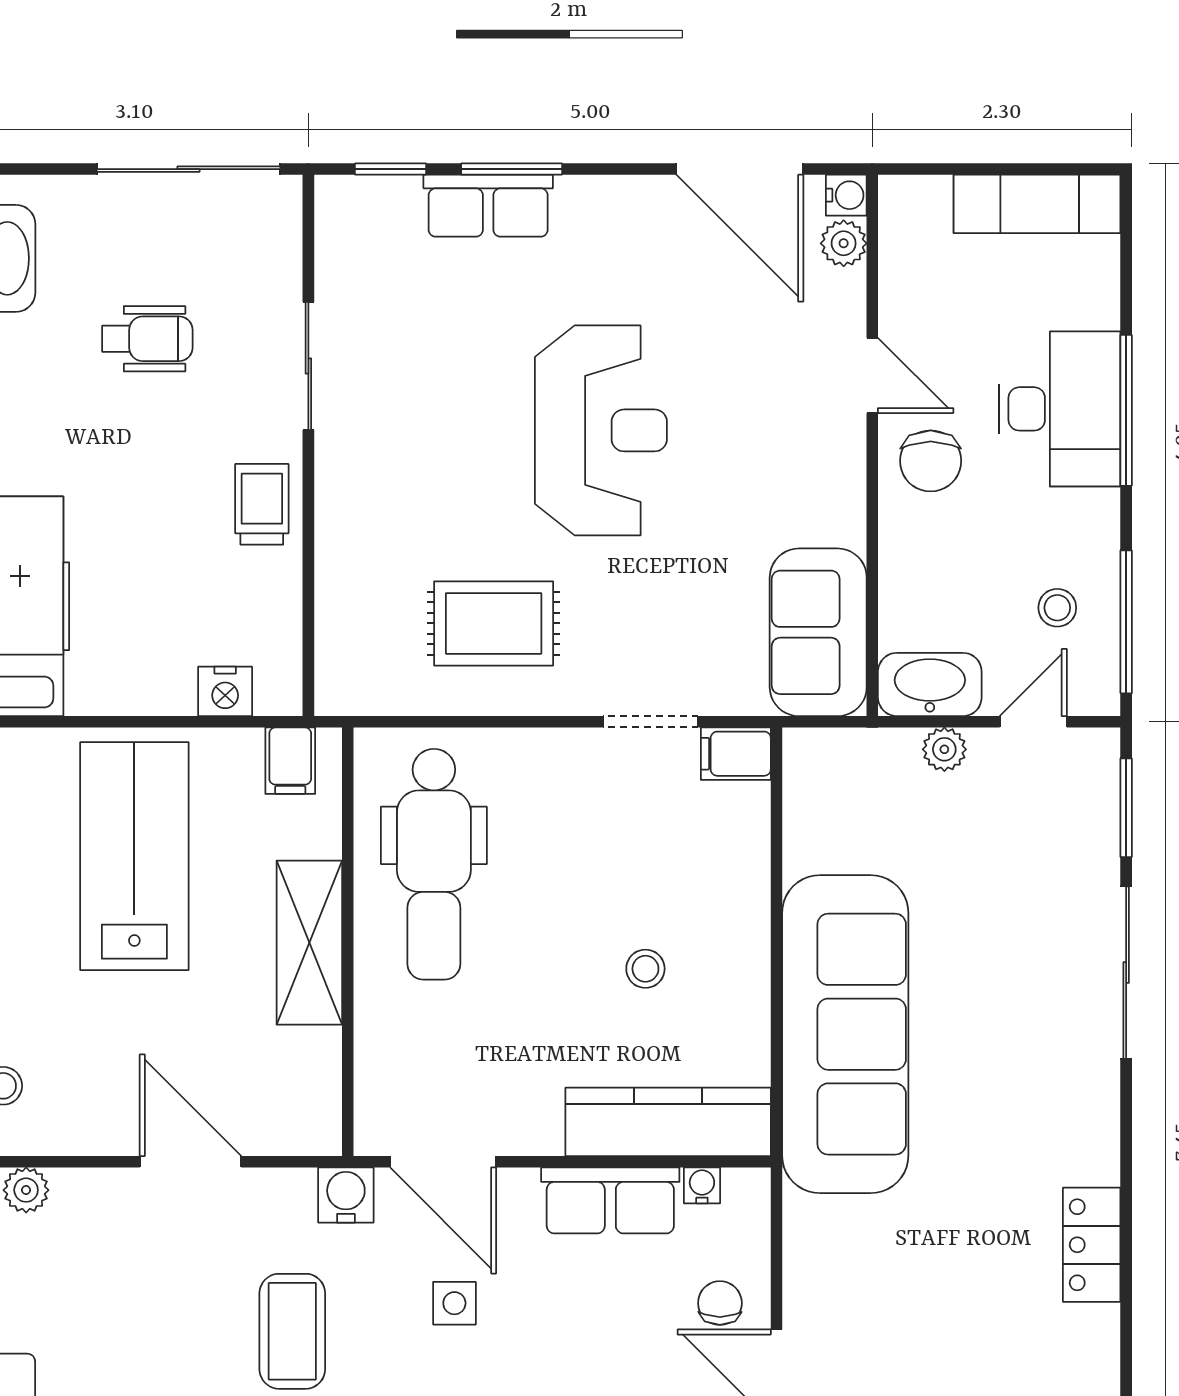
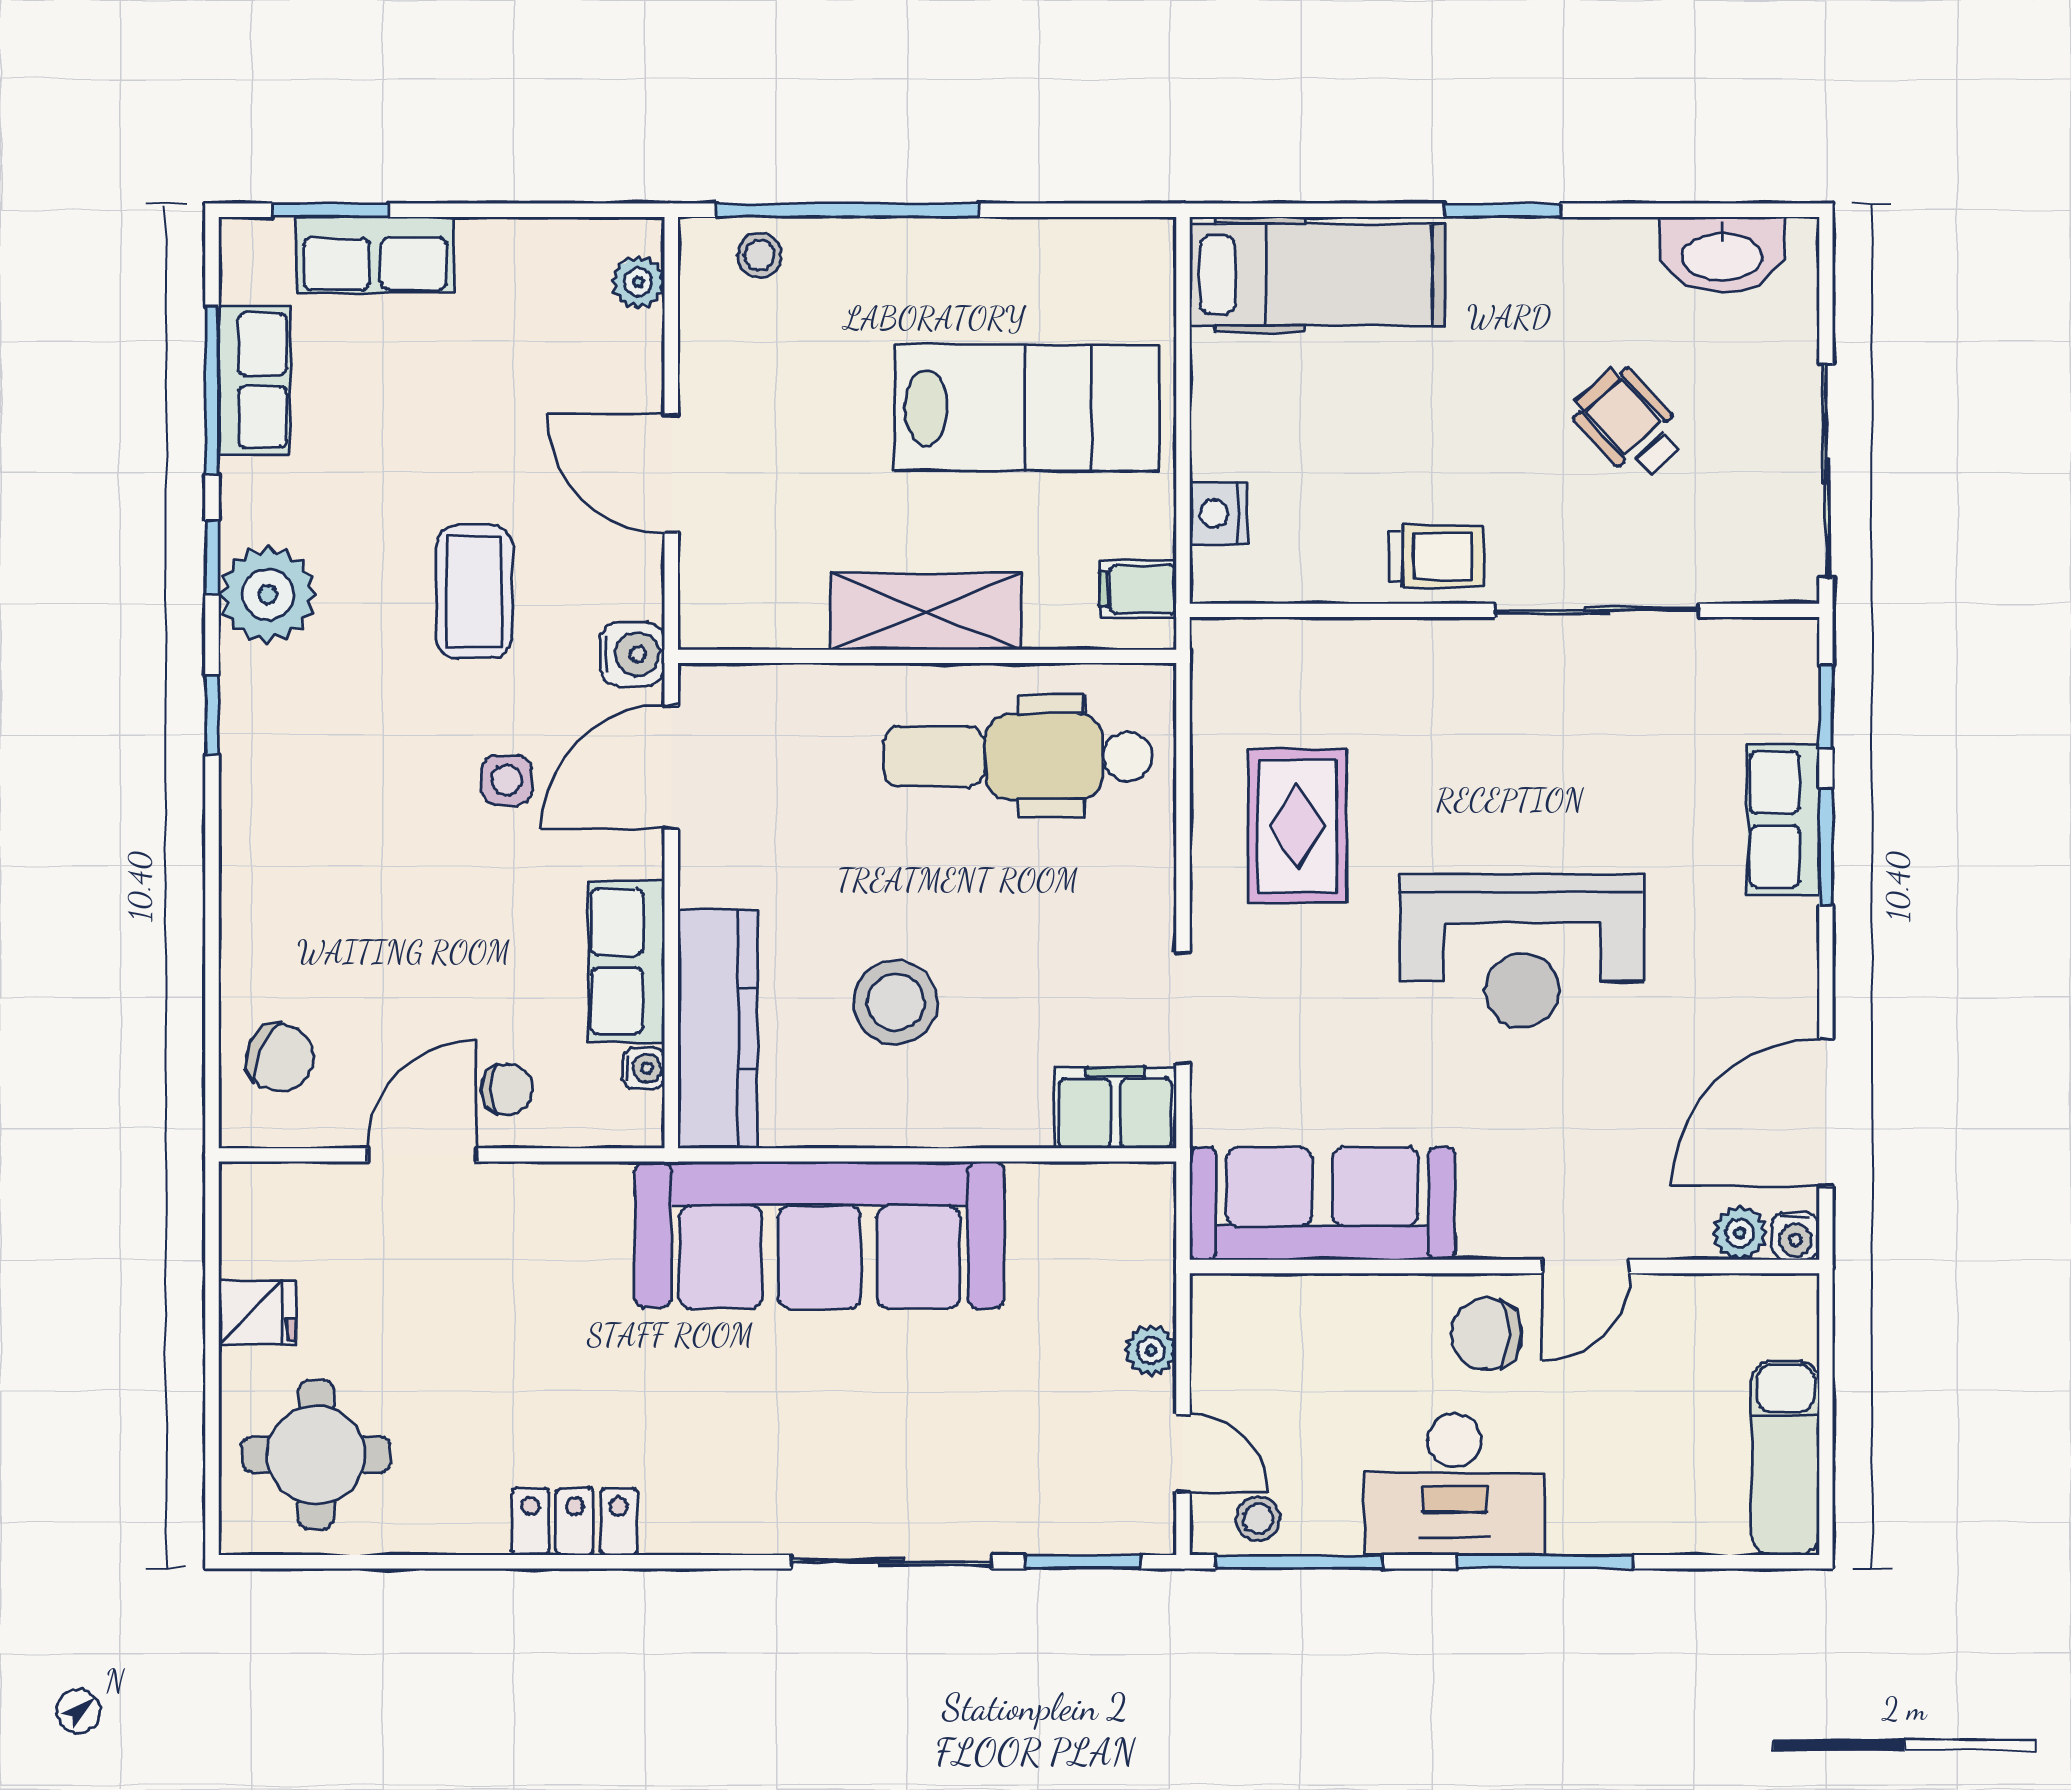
wheelchair: (147, 339) -> (1629, 423), turned 137
sliding door: (308, 366) -> (1597, 610), width x1.37
desk: (1060, 409) -> (1454, 1484), moved
stool: (1057, 608) -> (1258, 1518), moved
sofa: (818, 632) -> (1322, 1204), width x1.36
washbasin: (930, 684) -> (1226, 1333), removed
filing cabinet: (736, 754) -> (1115, 1108), width x2.00
stool: (645, 969) -> (896, 1003), width x1.89, depth x1.89
door: (191, 1162) -> (671, 473), swing flipped
coffee table: (292, 1331) -> (474, 592), turned 90

